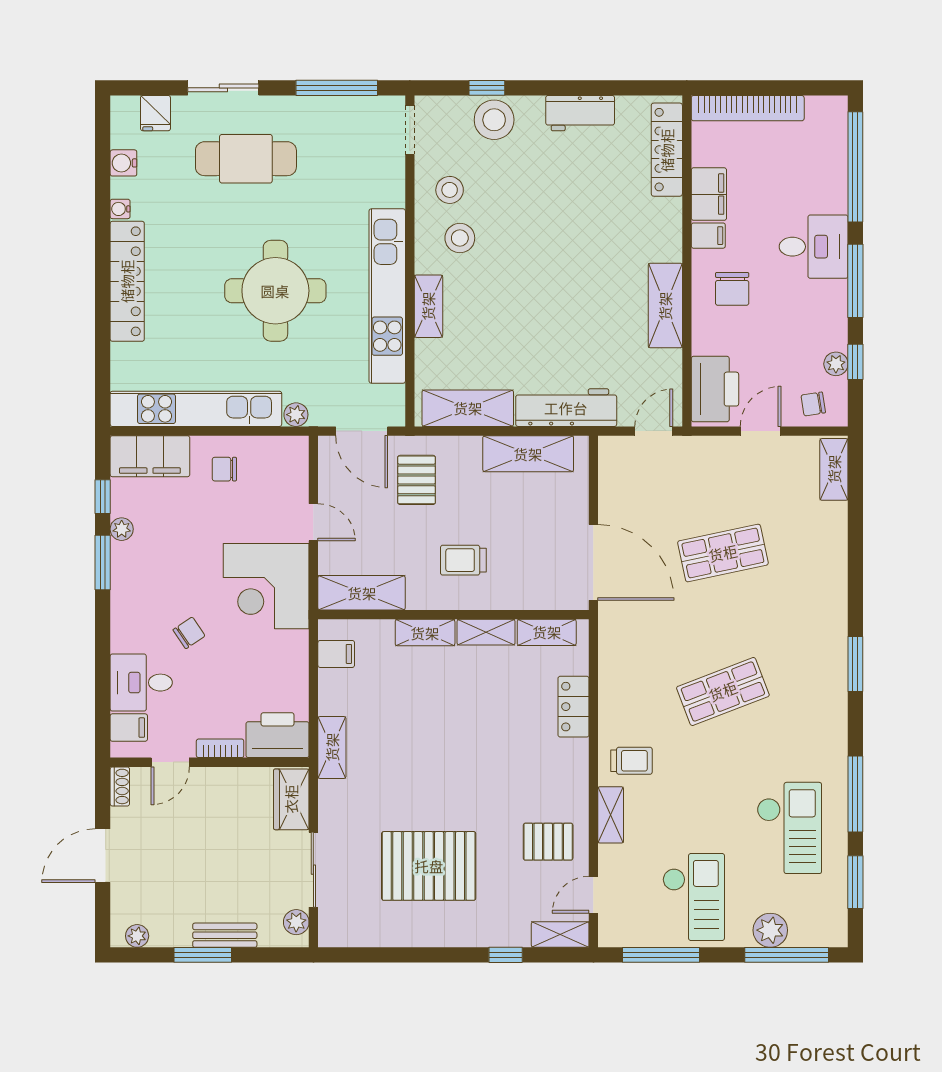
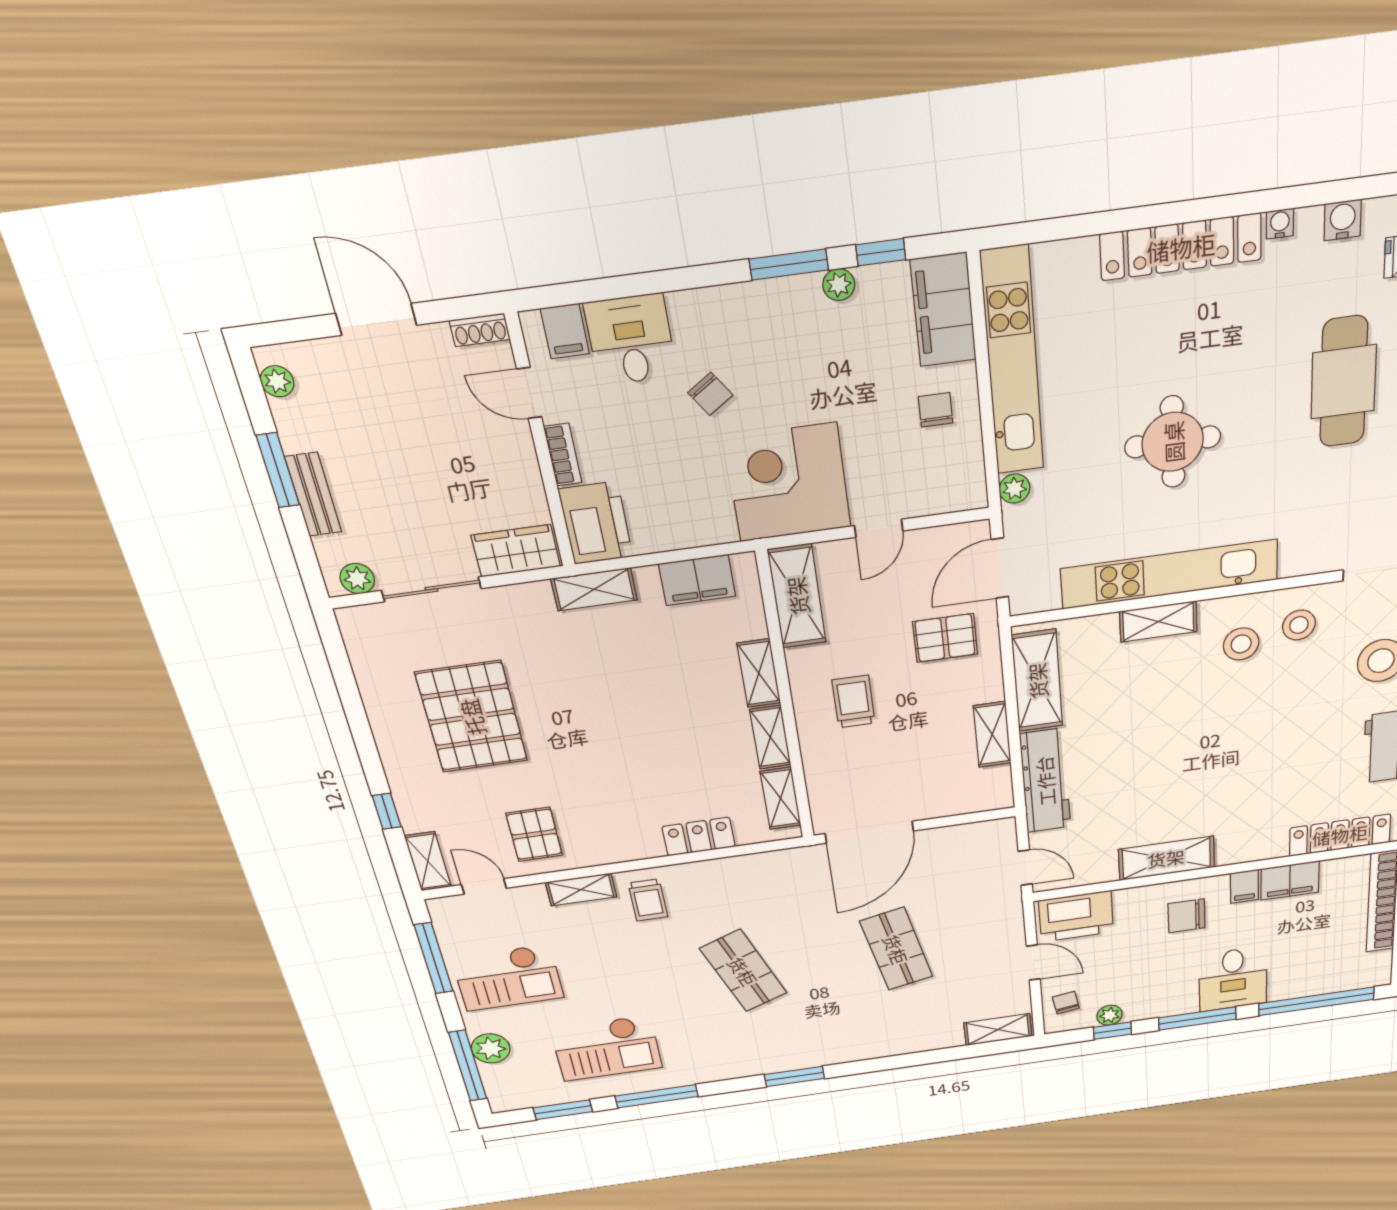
round table: (275, 291) -> (1173, 442), width x0.73, depth x0.73
shelving: (528, 454) -> (992, 734), width x0.67, depth x0.75
filing cabinet: (336, 654) -> (697, 580), width x2.00

